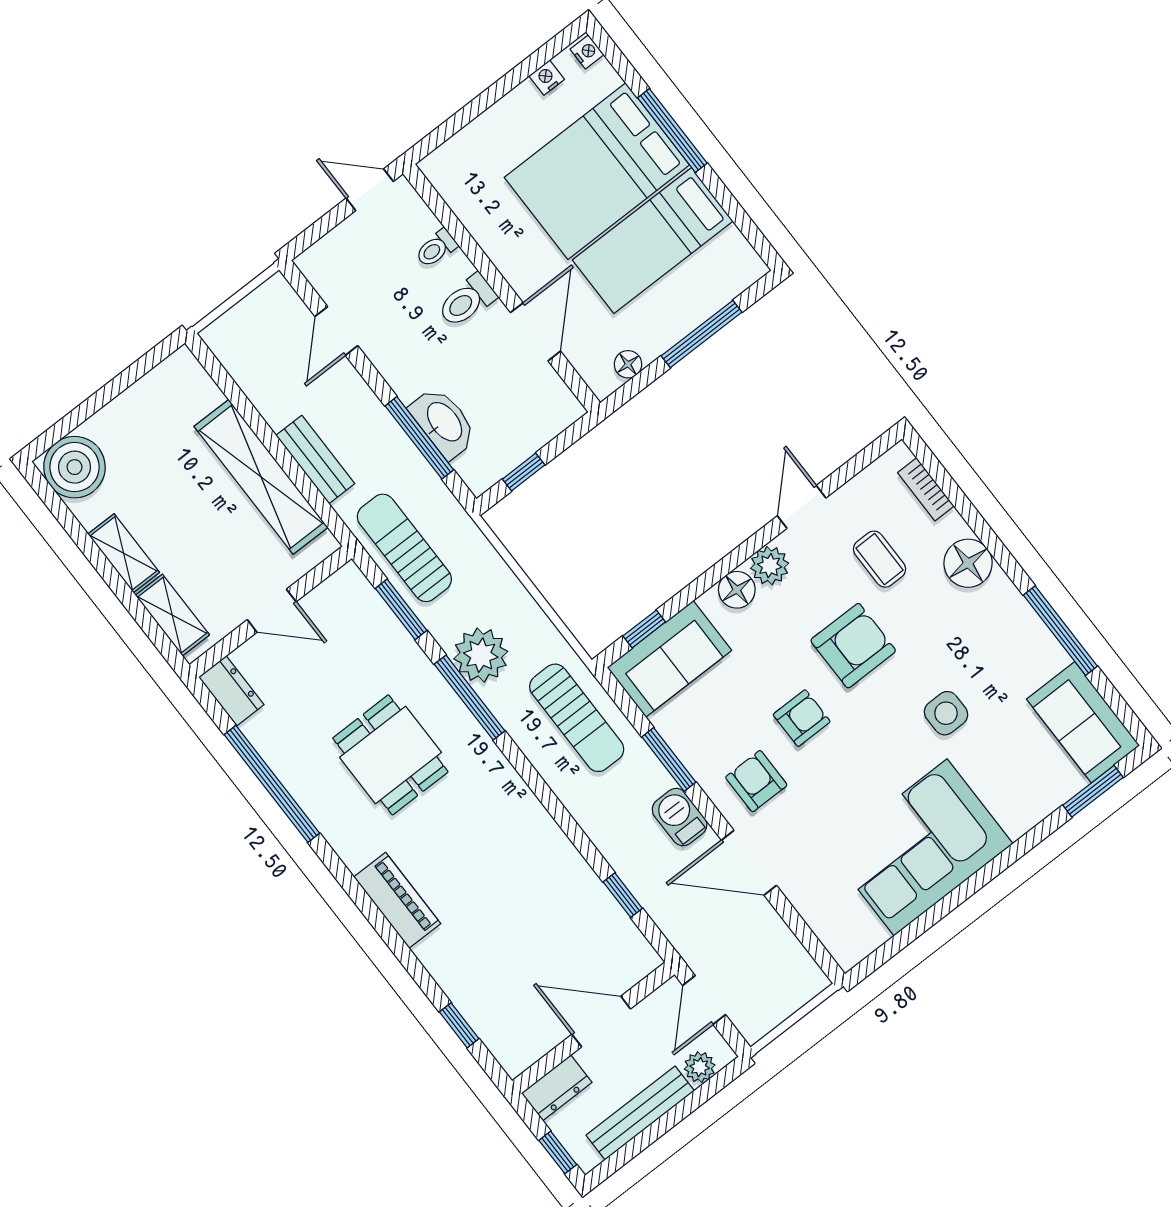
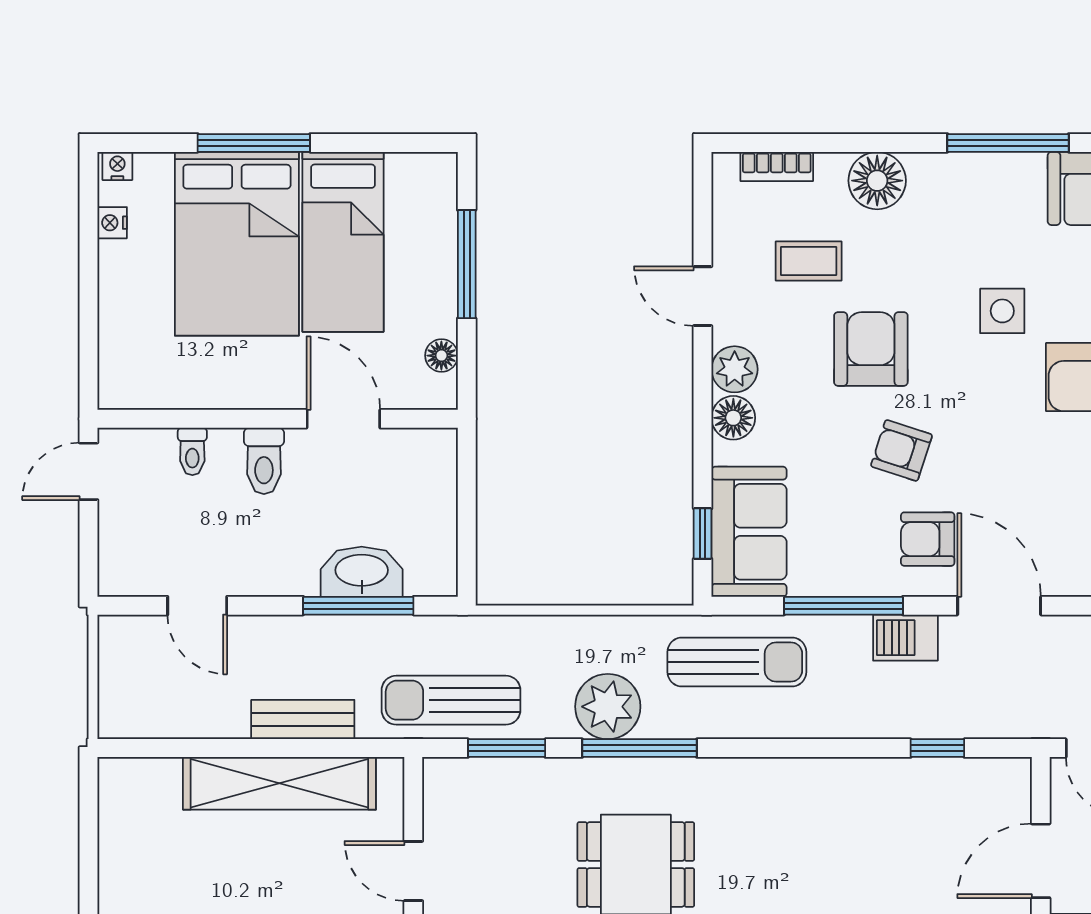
window: (524, 472) -> (467, 532), removed
door: (272, 611) -> (413, 871), swing flipped
armchair: (802, 718) -> (901, 450), turned -72
window: (669, 760) -> (843, 606), width x1.44
door: (749, 863) -> (999, 606), swing flipped

